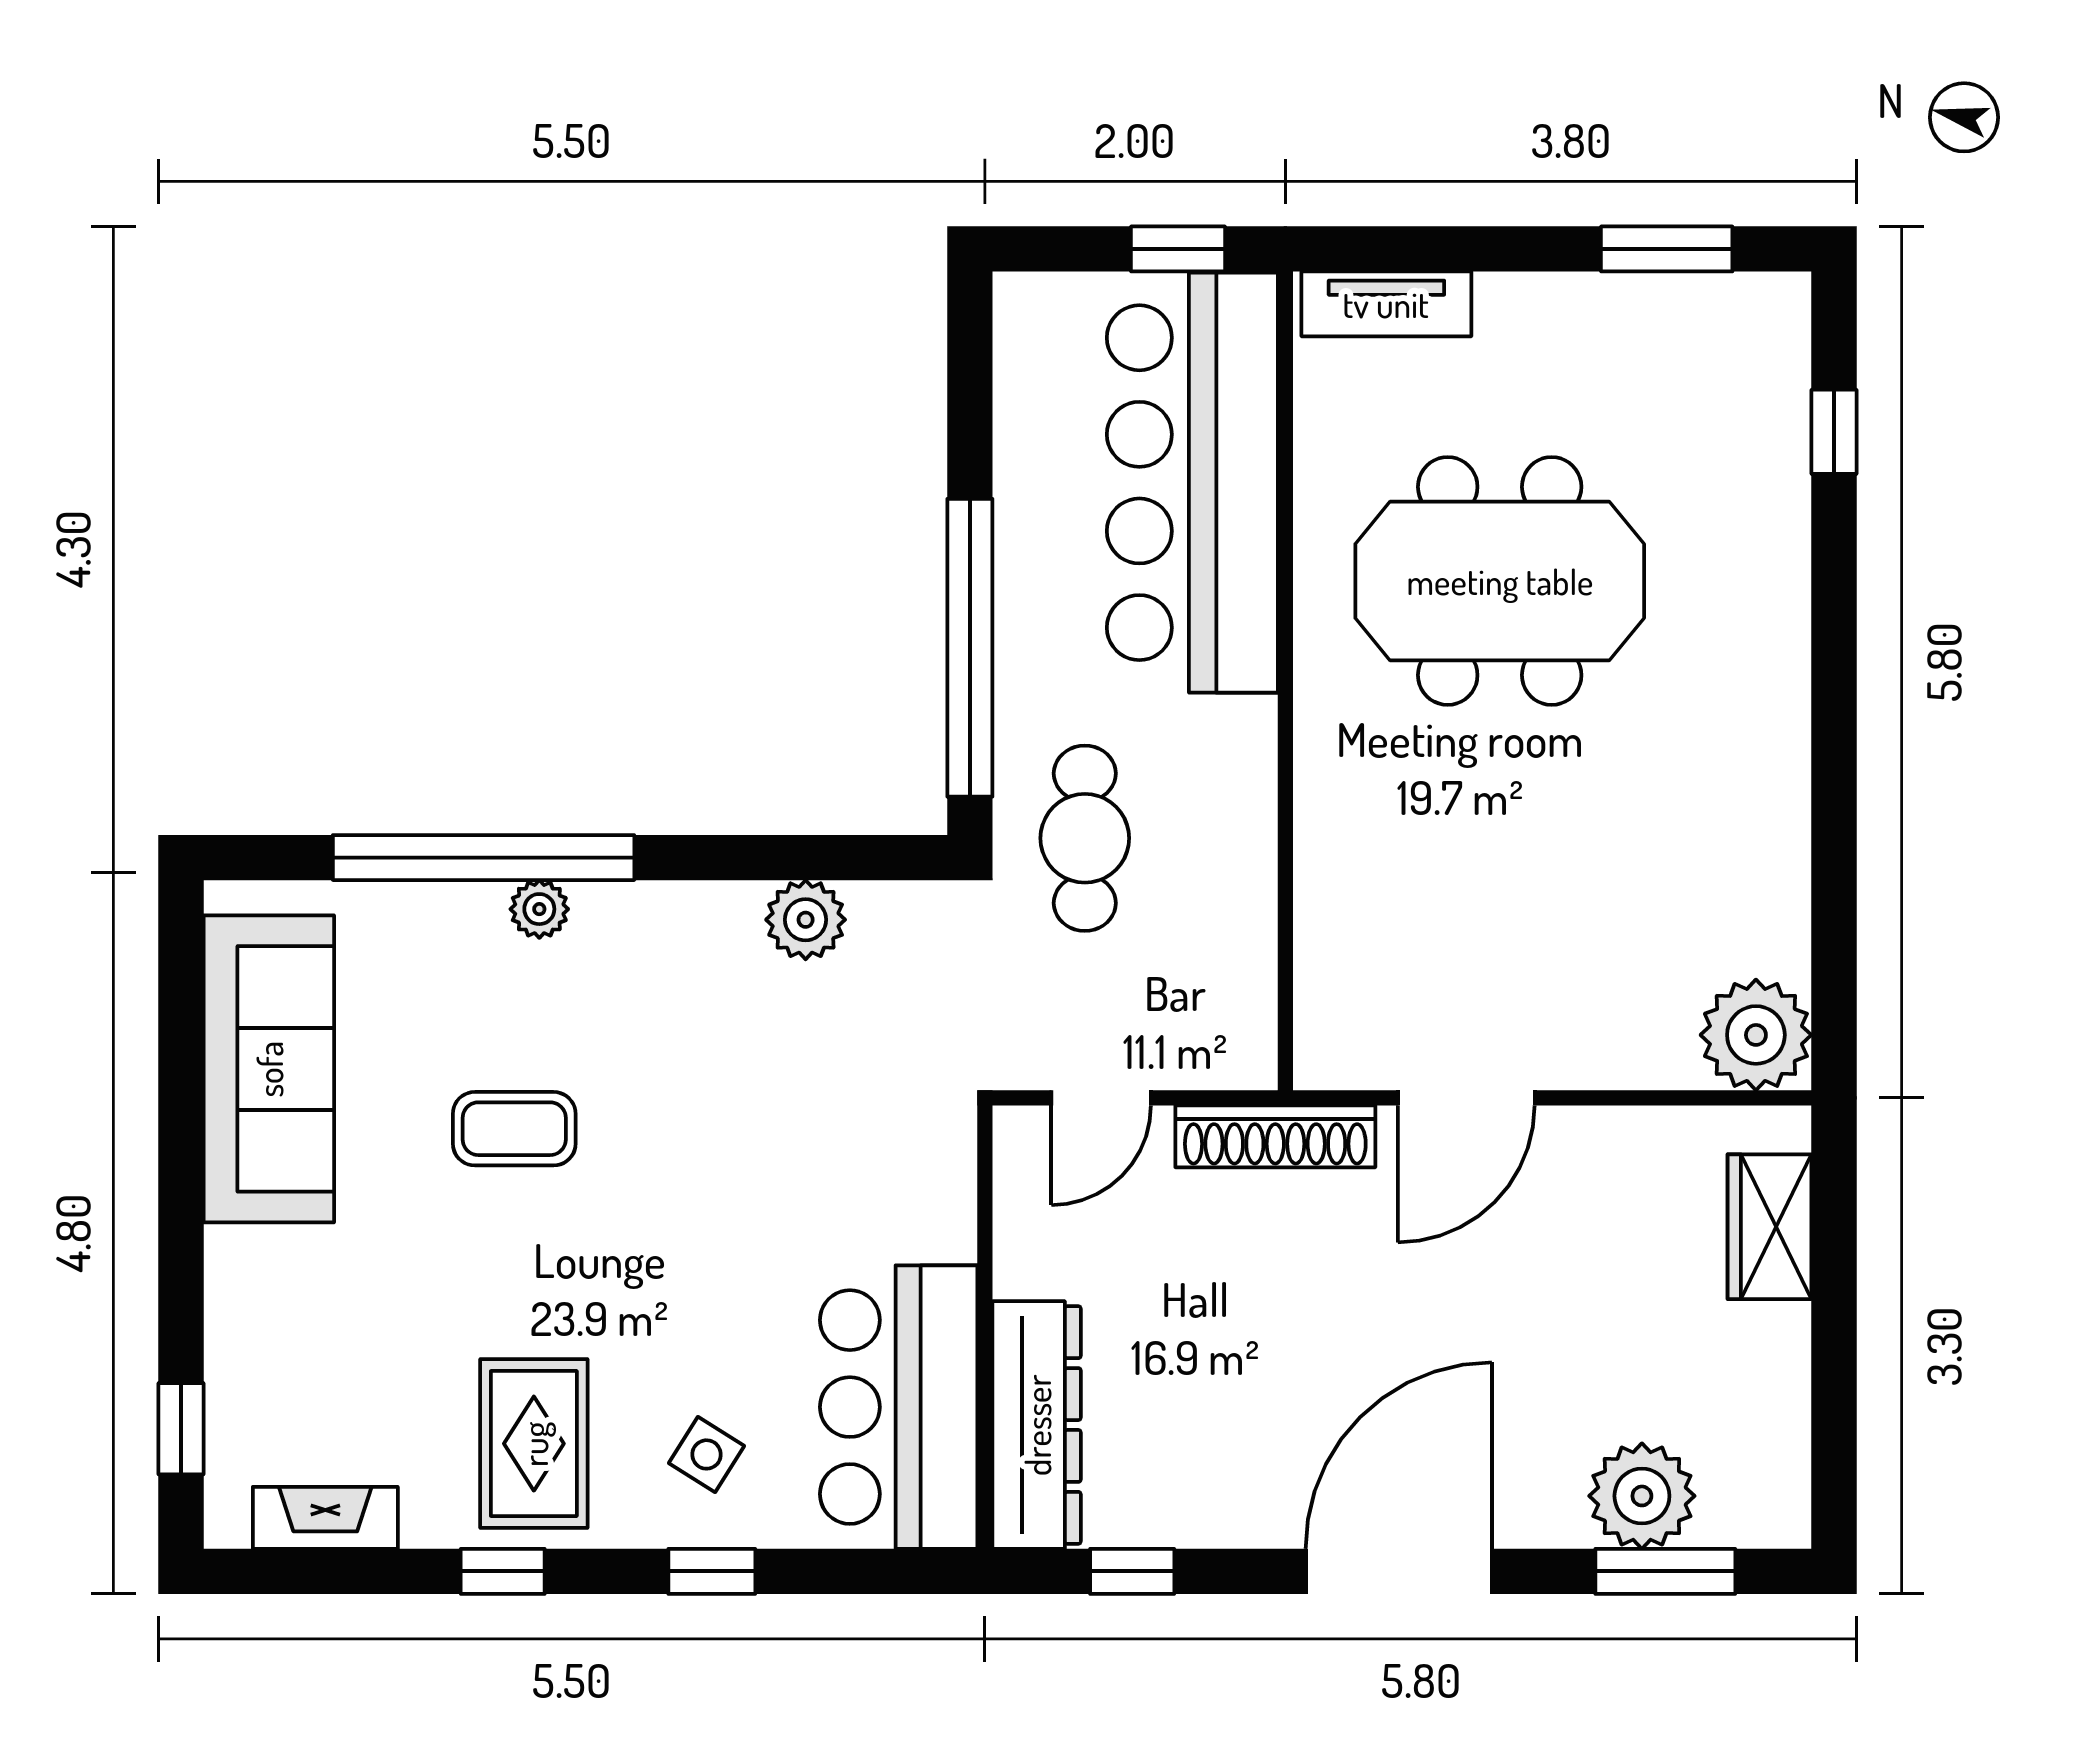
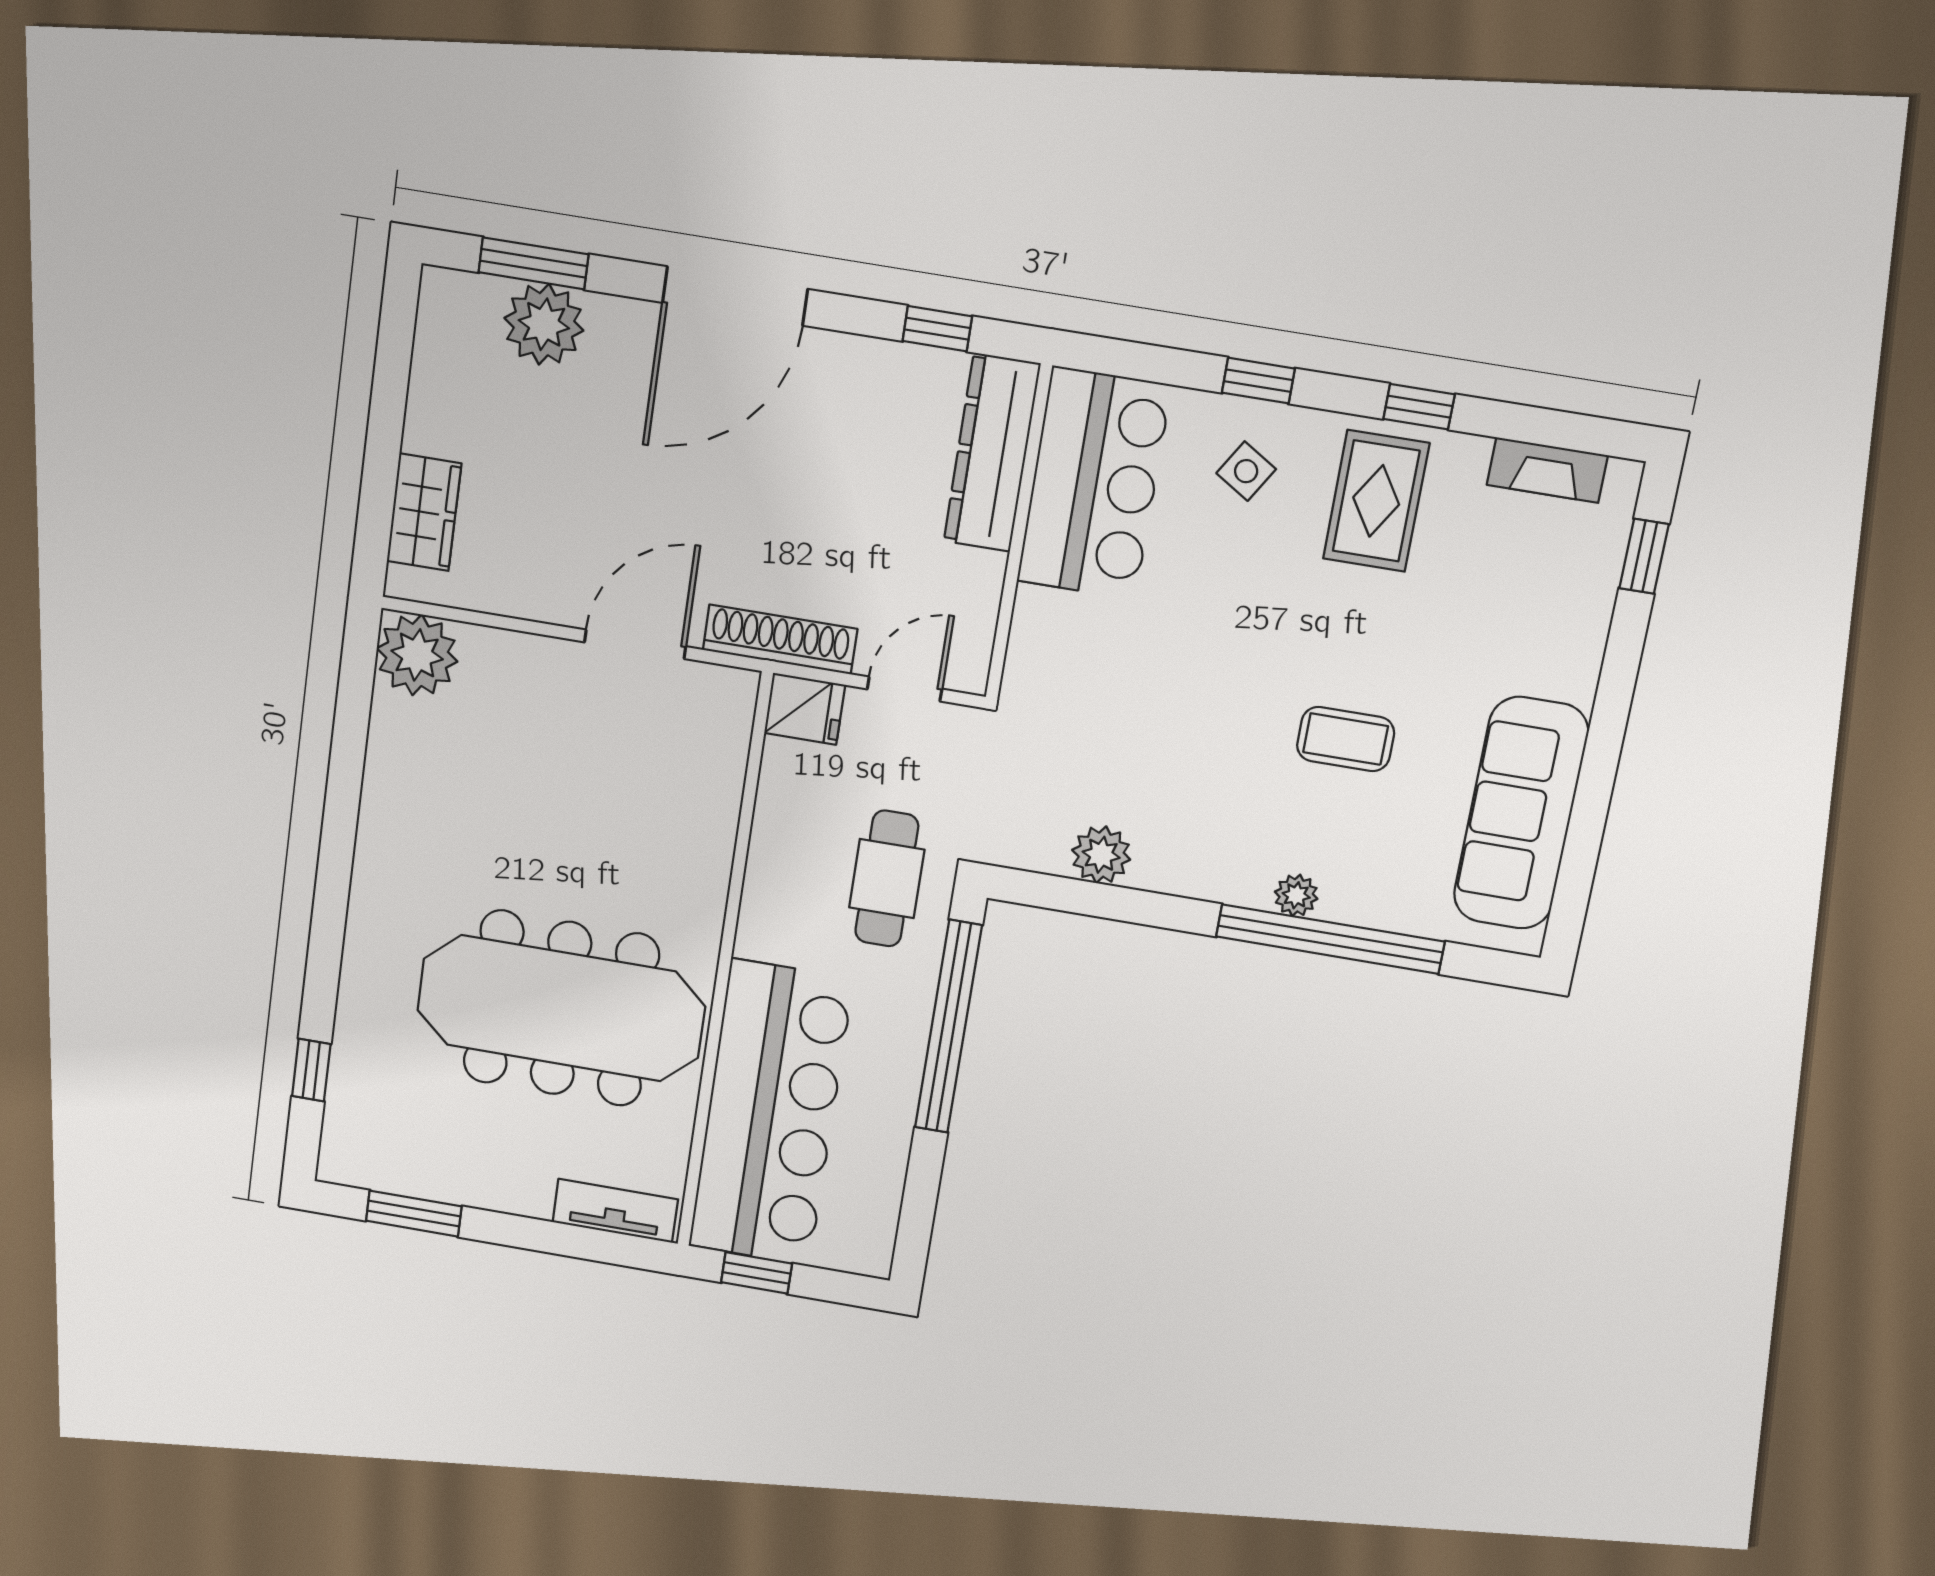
meeting table: (1500, 581) -> (561, 1008), width x1.36
fridge: (1229, 1049) -> (805, 709), added

